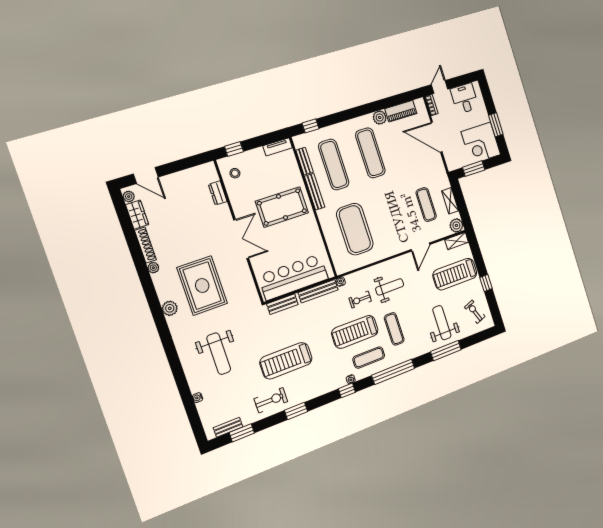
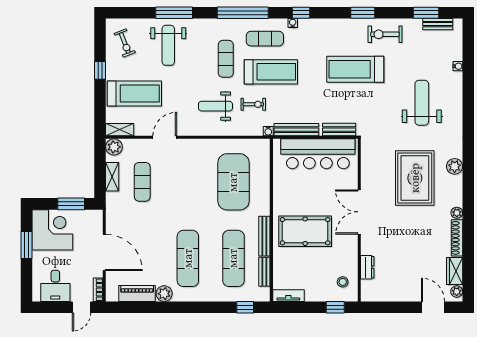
treadmill: (286, 361) -> (355, 69), turned 180

